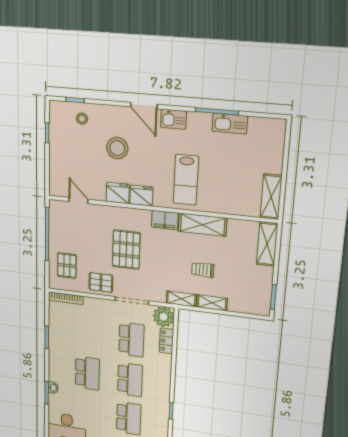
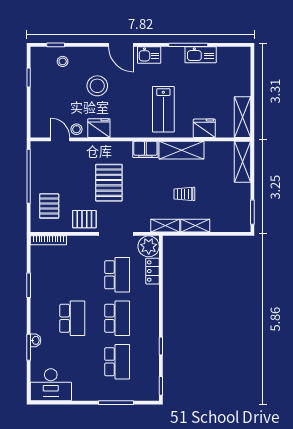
stool: (95, 192) -> (76, 129), added
fridge: (141, 196) -> (204, 128), moved

